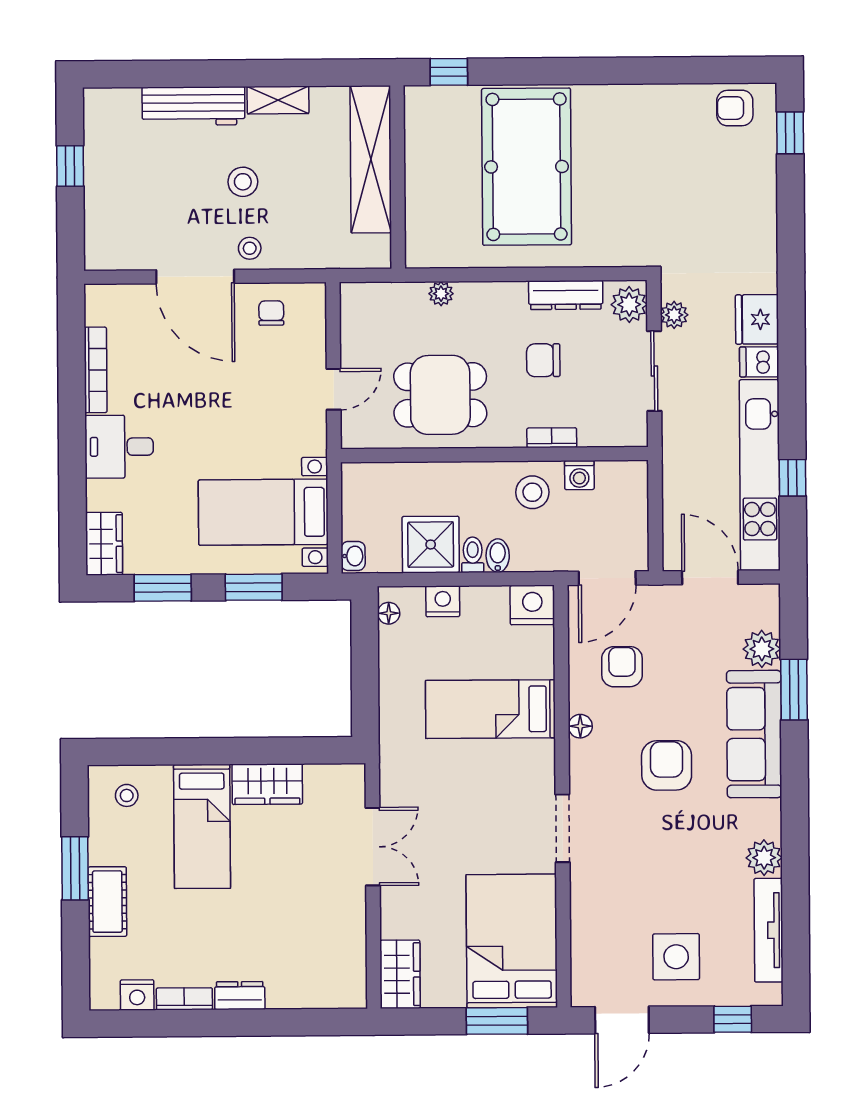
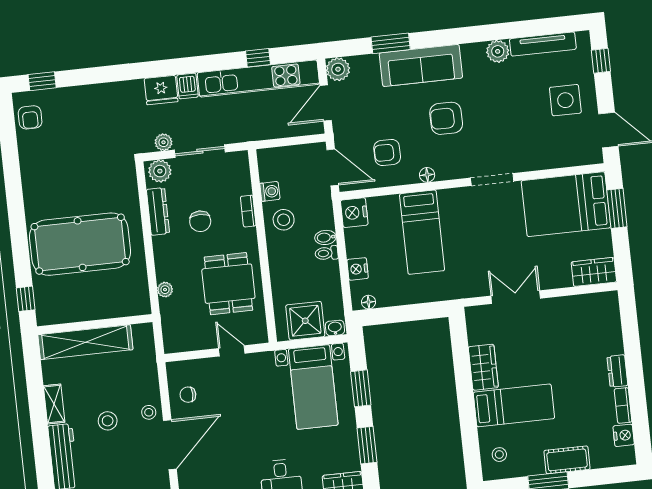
shower: (431, 545) -> (305, 321), moved
plant: (762, 649) -> (338, 69), moved

